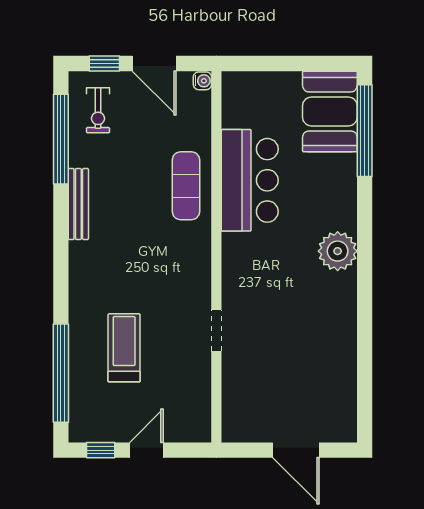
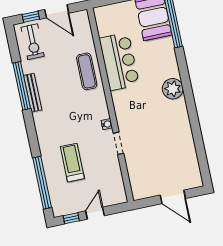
water cooler: (202, 81) -> (107, 124), moved
exercise bike: (98, 110) -> (33, 42), width x1.38, depth x1.39
window: (61, 139) -> (22, 86), moved

